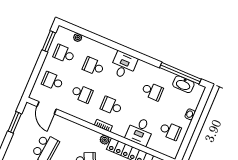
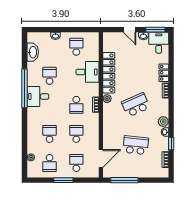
window: (49, 41) -> (63, 180), moved
desk: (124, 65) -> (38, 97), moved
school desk: (93, 66) -> (50, 134), turned 180
window: (180, 73) -> (25, 88), moved
school desk: (53, 81) -> (76, 163), turned 180
window: (15, 122) -> (124, 180), width x1.44

